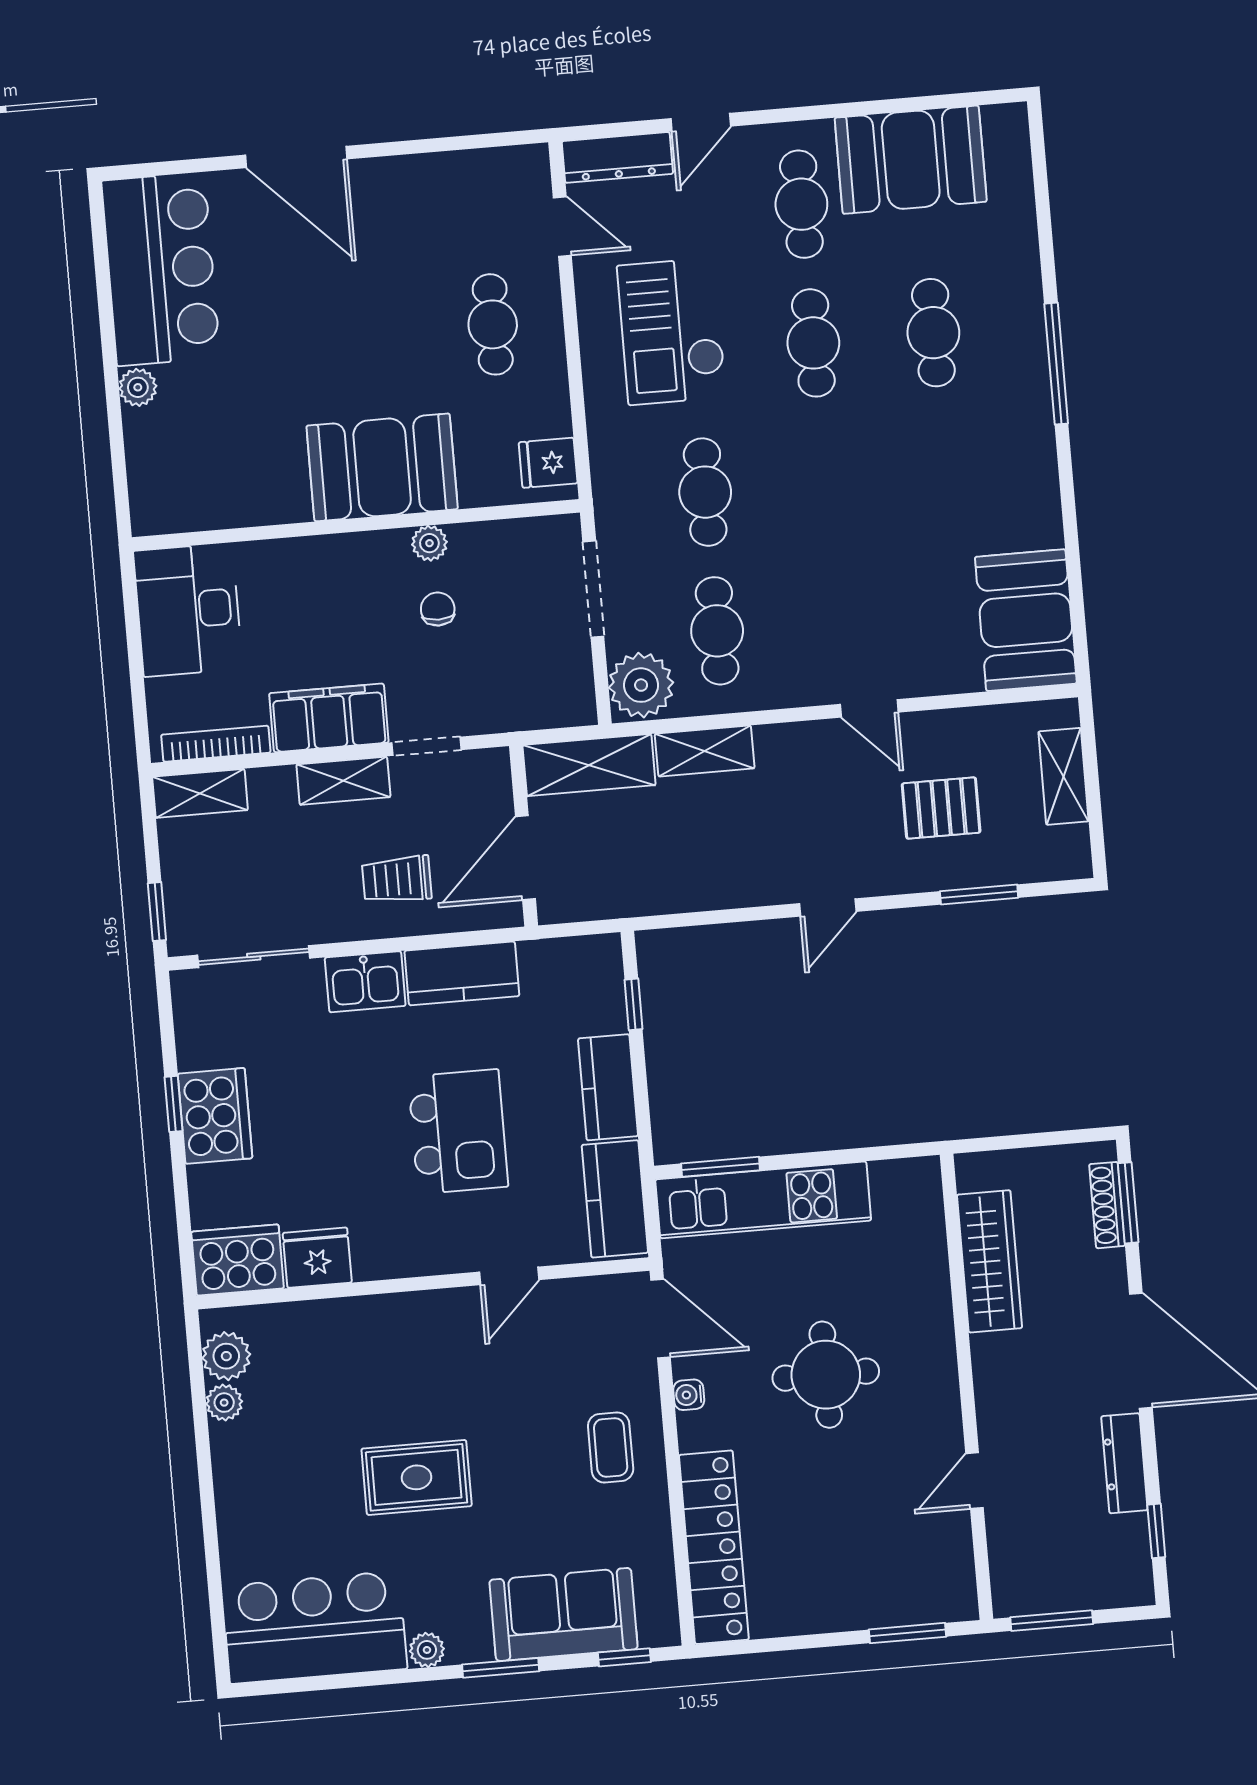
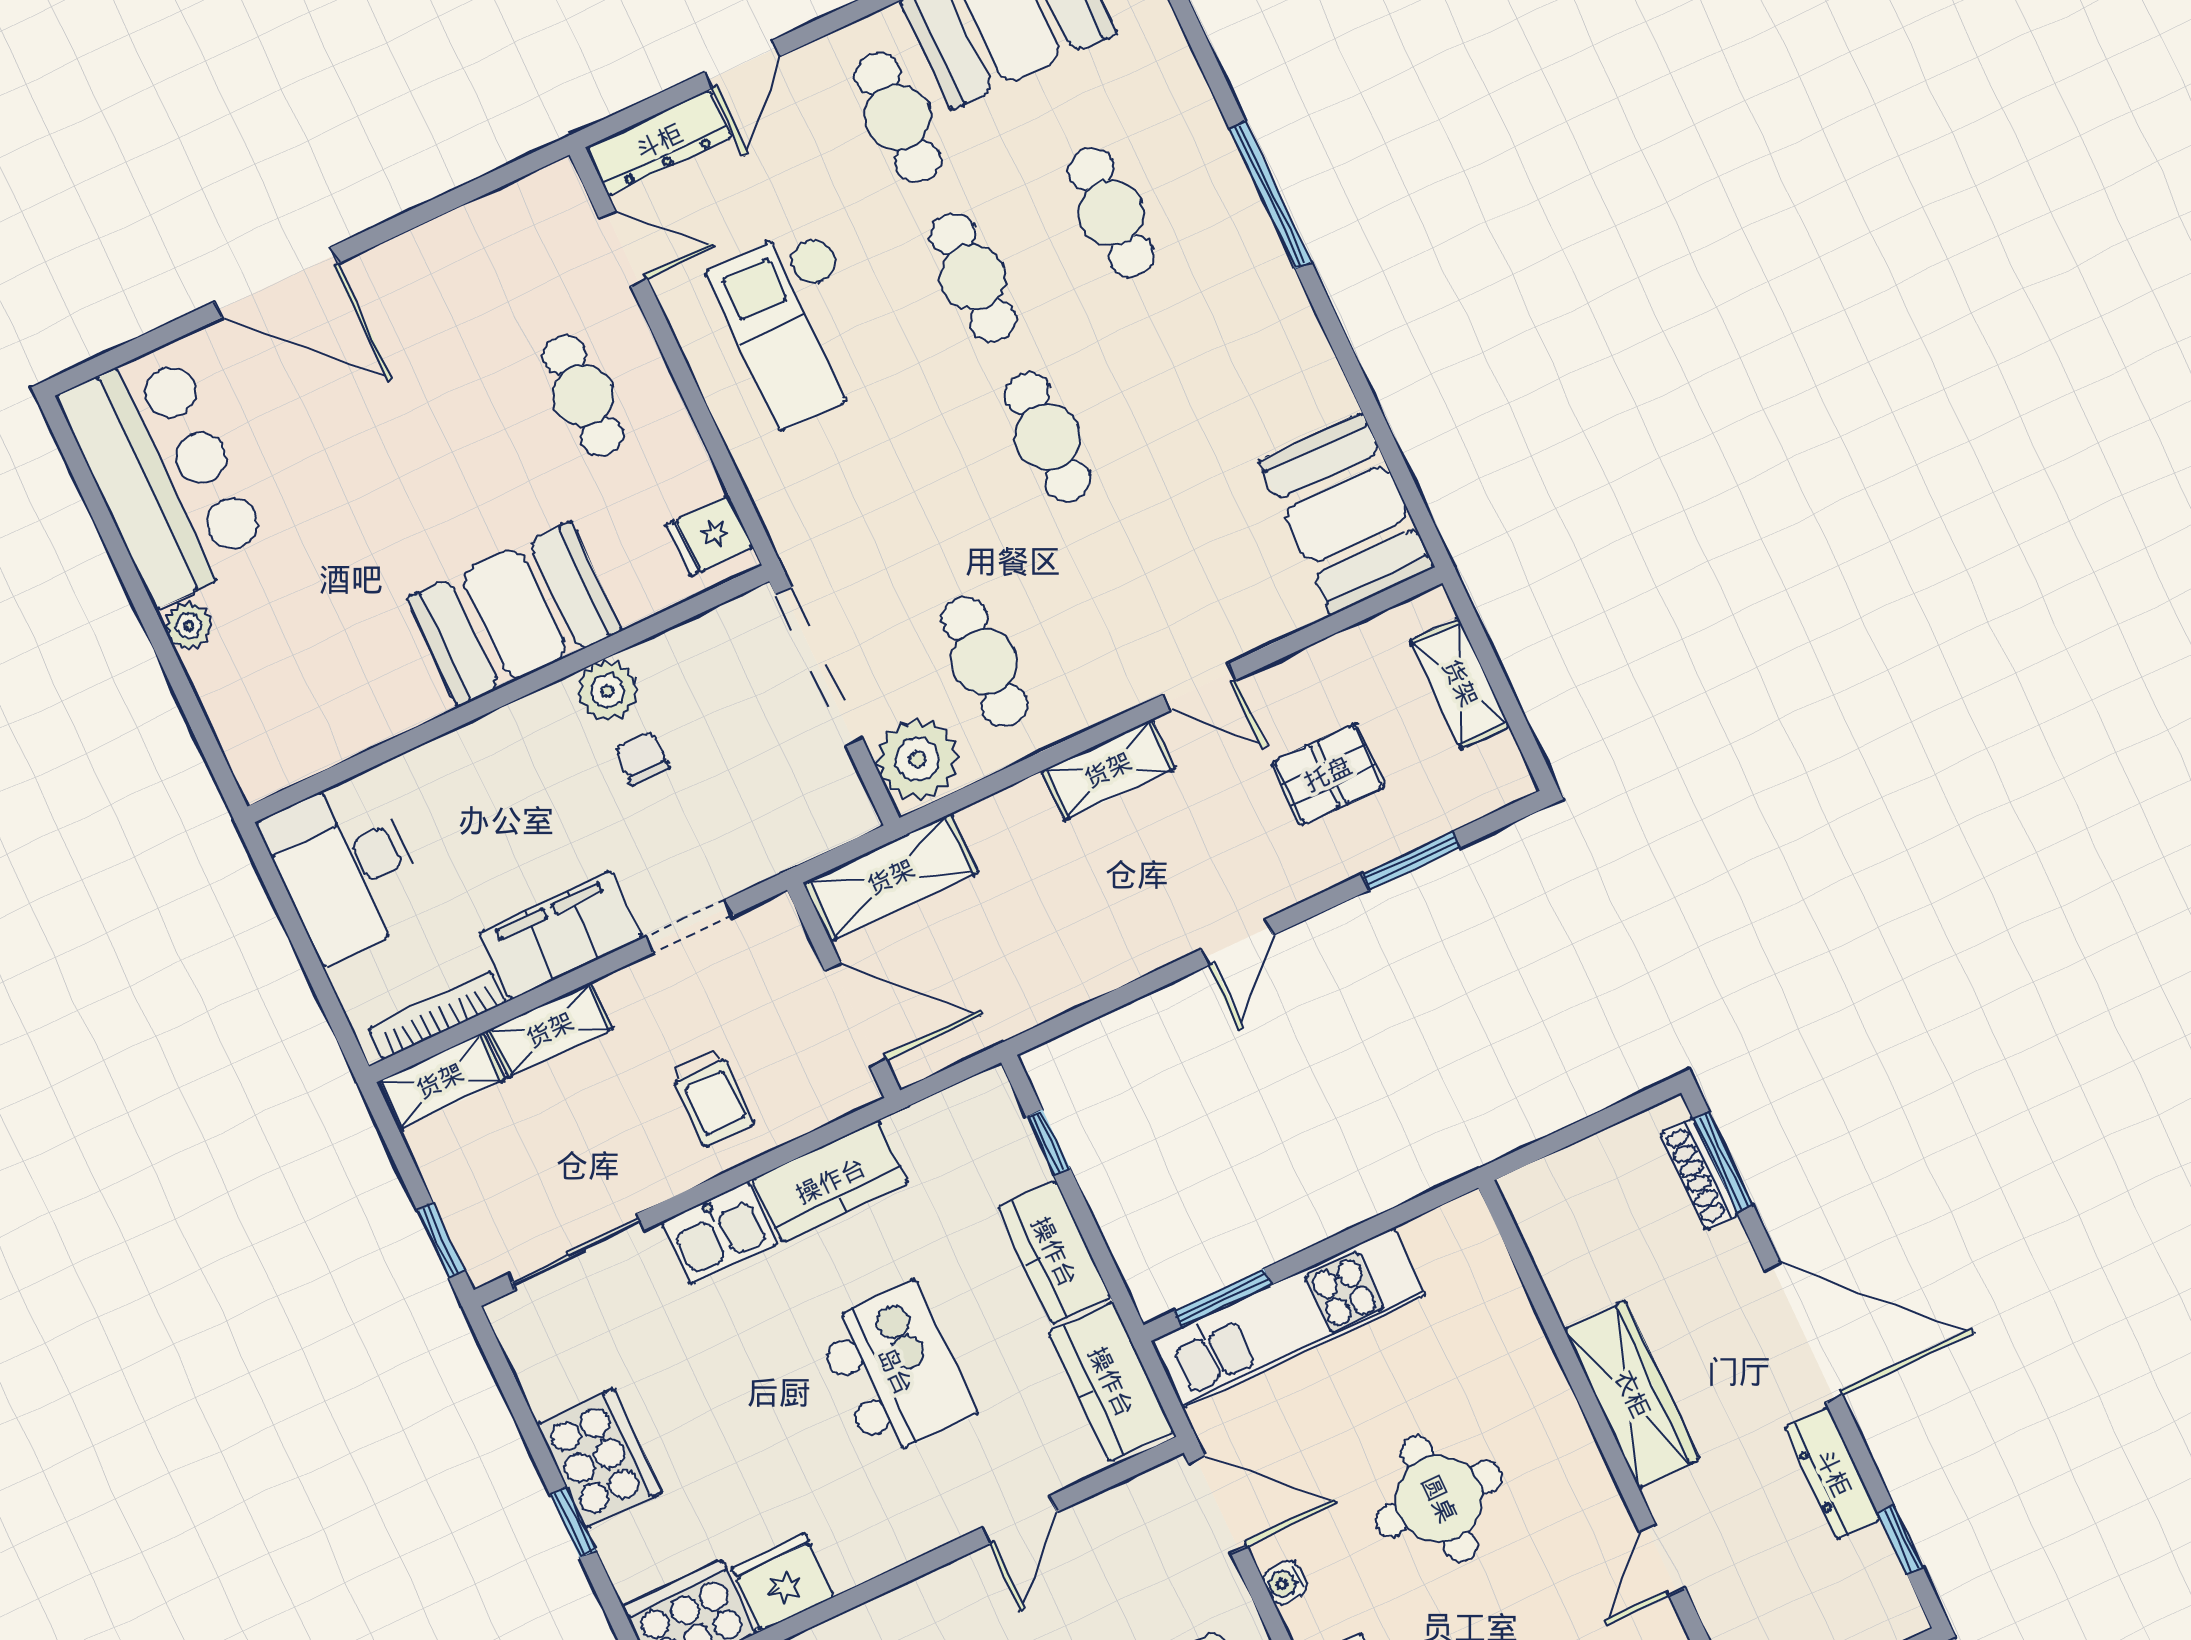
cafe table: (705, 492) -> (1048, 437), moved
plant: (429, 543) -> (607, 691), width x1.38, depth x1.38
doorway: (593, 589) -> (819, 666), width x1.36
shelving: (705, 751) -> (1108, 770), moved
shelving: (343, 781) -> (550, 1030), moved
door: (525, 858) -> (856, 1015), swing flipped
trolley: (397, 879) -> (712, 1098), turned -90
window: (173, 1104) -> (573, 1522), moved
wardrobe: (989, 1261) -> (1632, 1394), moved

